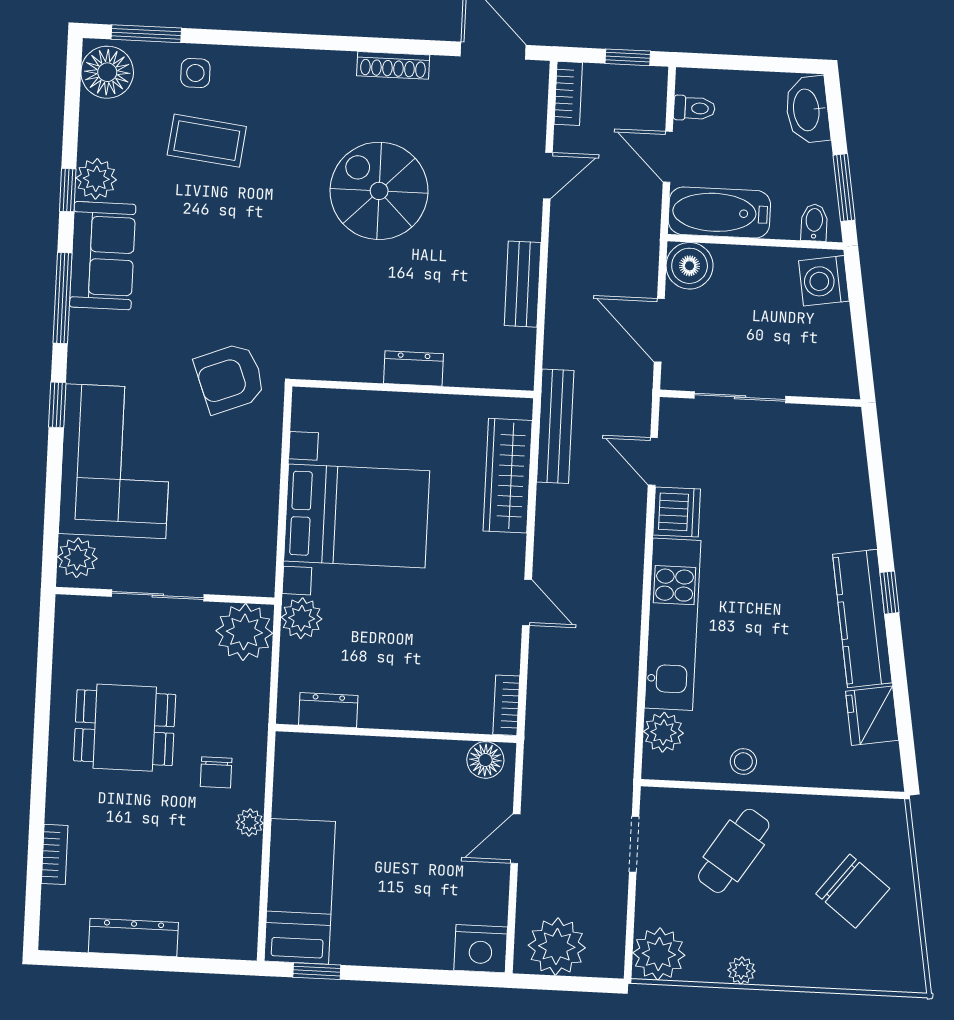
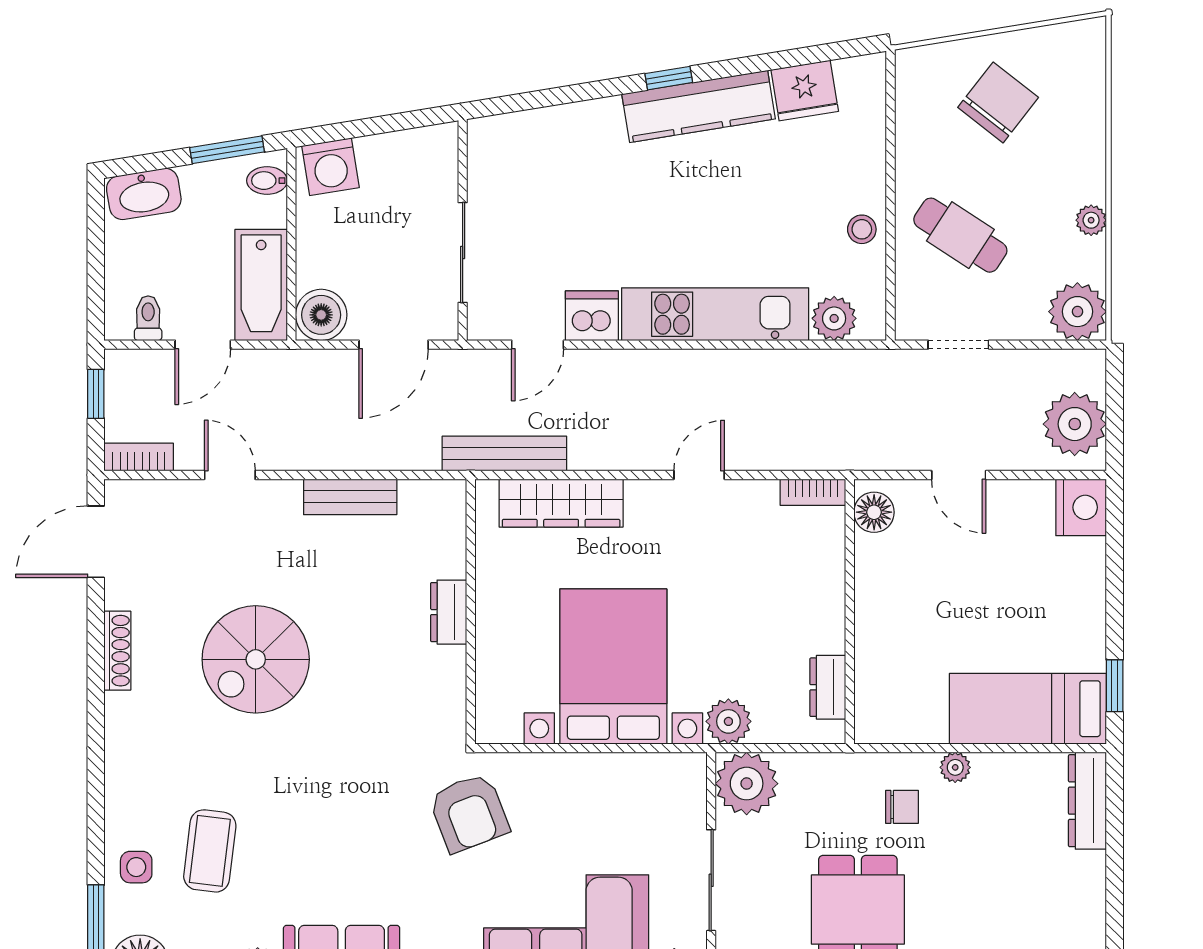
dresser: (133, 937) -> (1087, 801), moved

